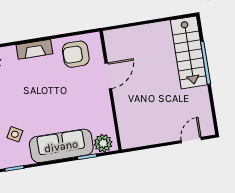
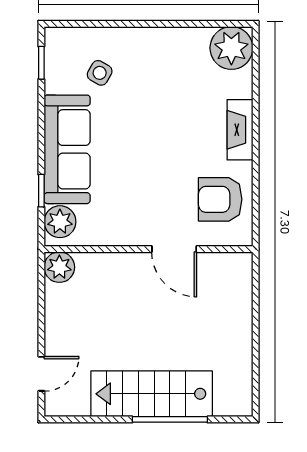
stairs: (189, 52) -> (152, 394), moved
armchair: (76, 54) -> (220, 199), turned -90
plant: (129, 139) -> (59, 267), added
door: (191, 140) -> (41, 374), hinge flipped

